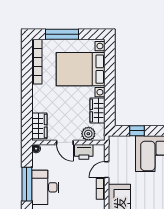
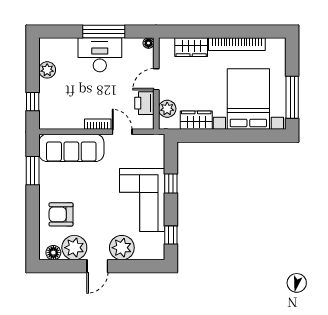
window: (62, 34) -> (292, 97), moved
bookcase: (37, 62) -> (237, 44), moved
wardrobe: (39, 126) -> (191, 47), moved
window: (137, 131) -> (171, 183), moved

